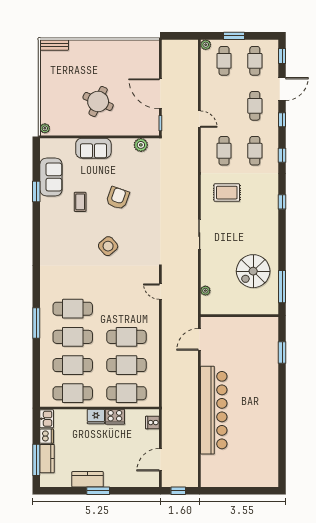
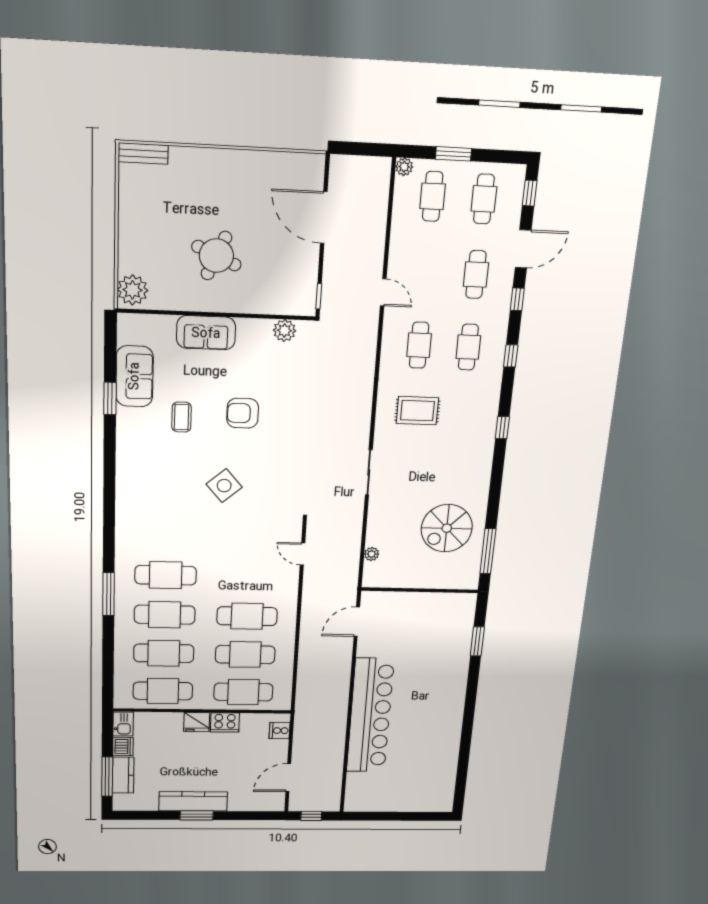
door: (160, 94) -> (324, 218), moved
plant: (45, 128) -> (133, 290), width x1.88, depth x1.88
armchair: (118, 198) -> (243, 413), turned -109
kitchen counter: (88, 479) -> (193, 801), width x1.50

